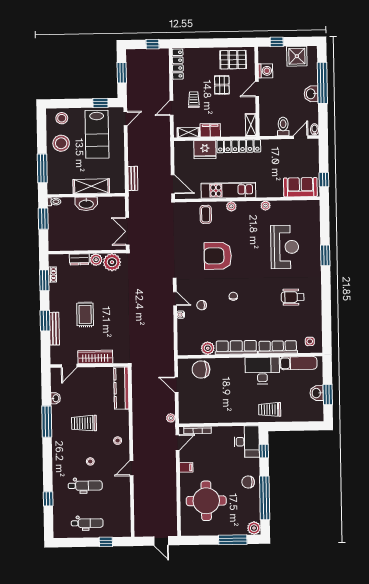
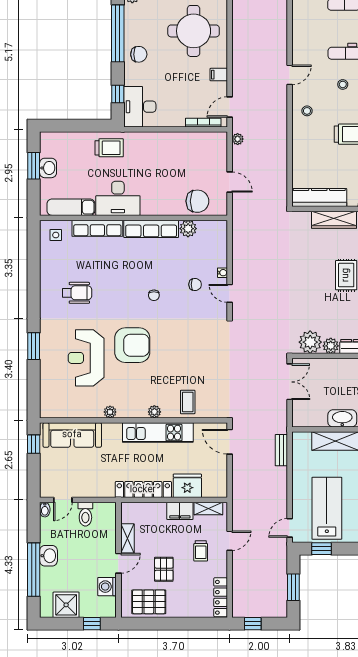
shelving: (251, 125) -> (127, 538), moved
sofa: (300, 187) -> (72, 435), width x1.36
armchair: (218, 256) -> (132, 345), moved
kitchen counter: (121, 388) -> (319, 197), moved, turned -90

